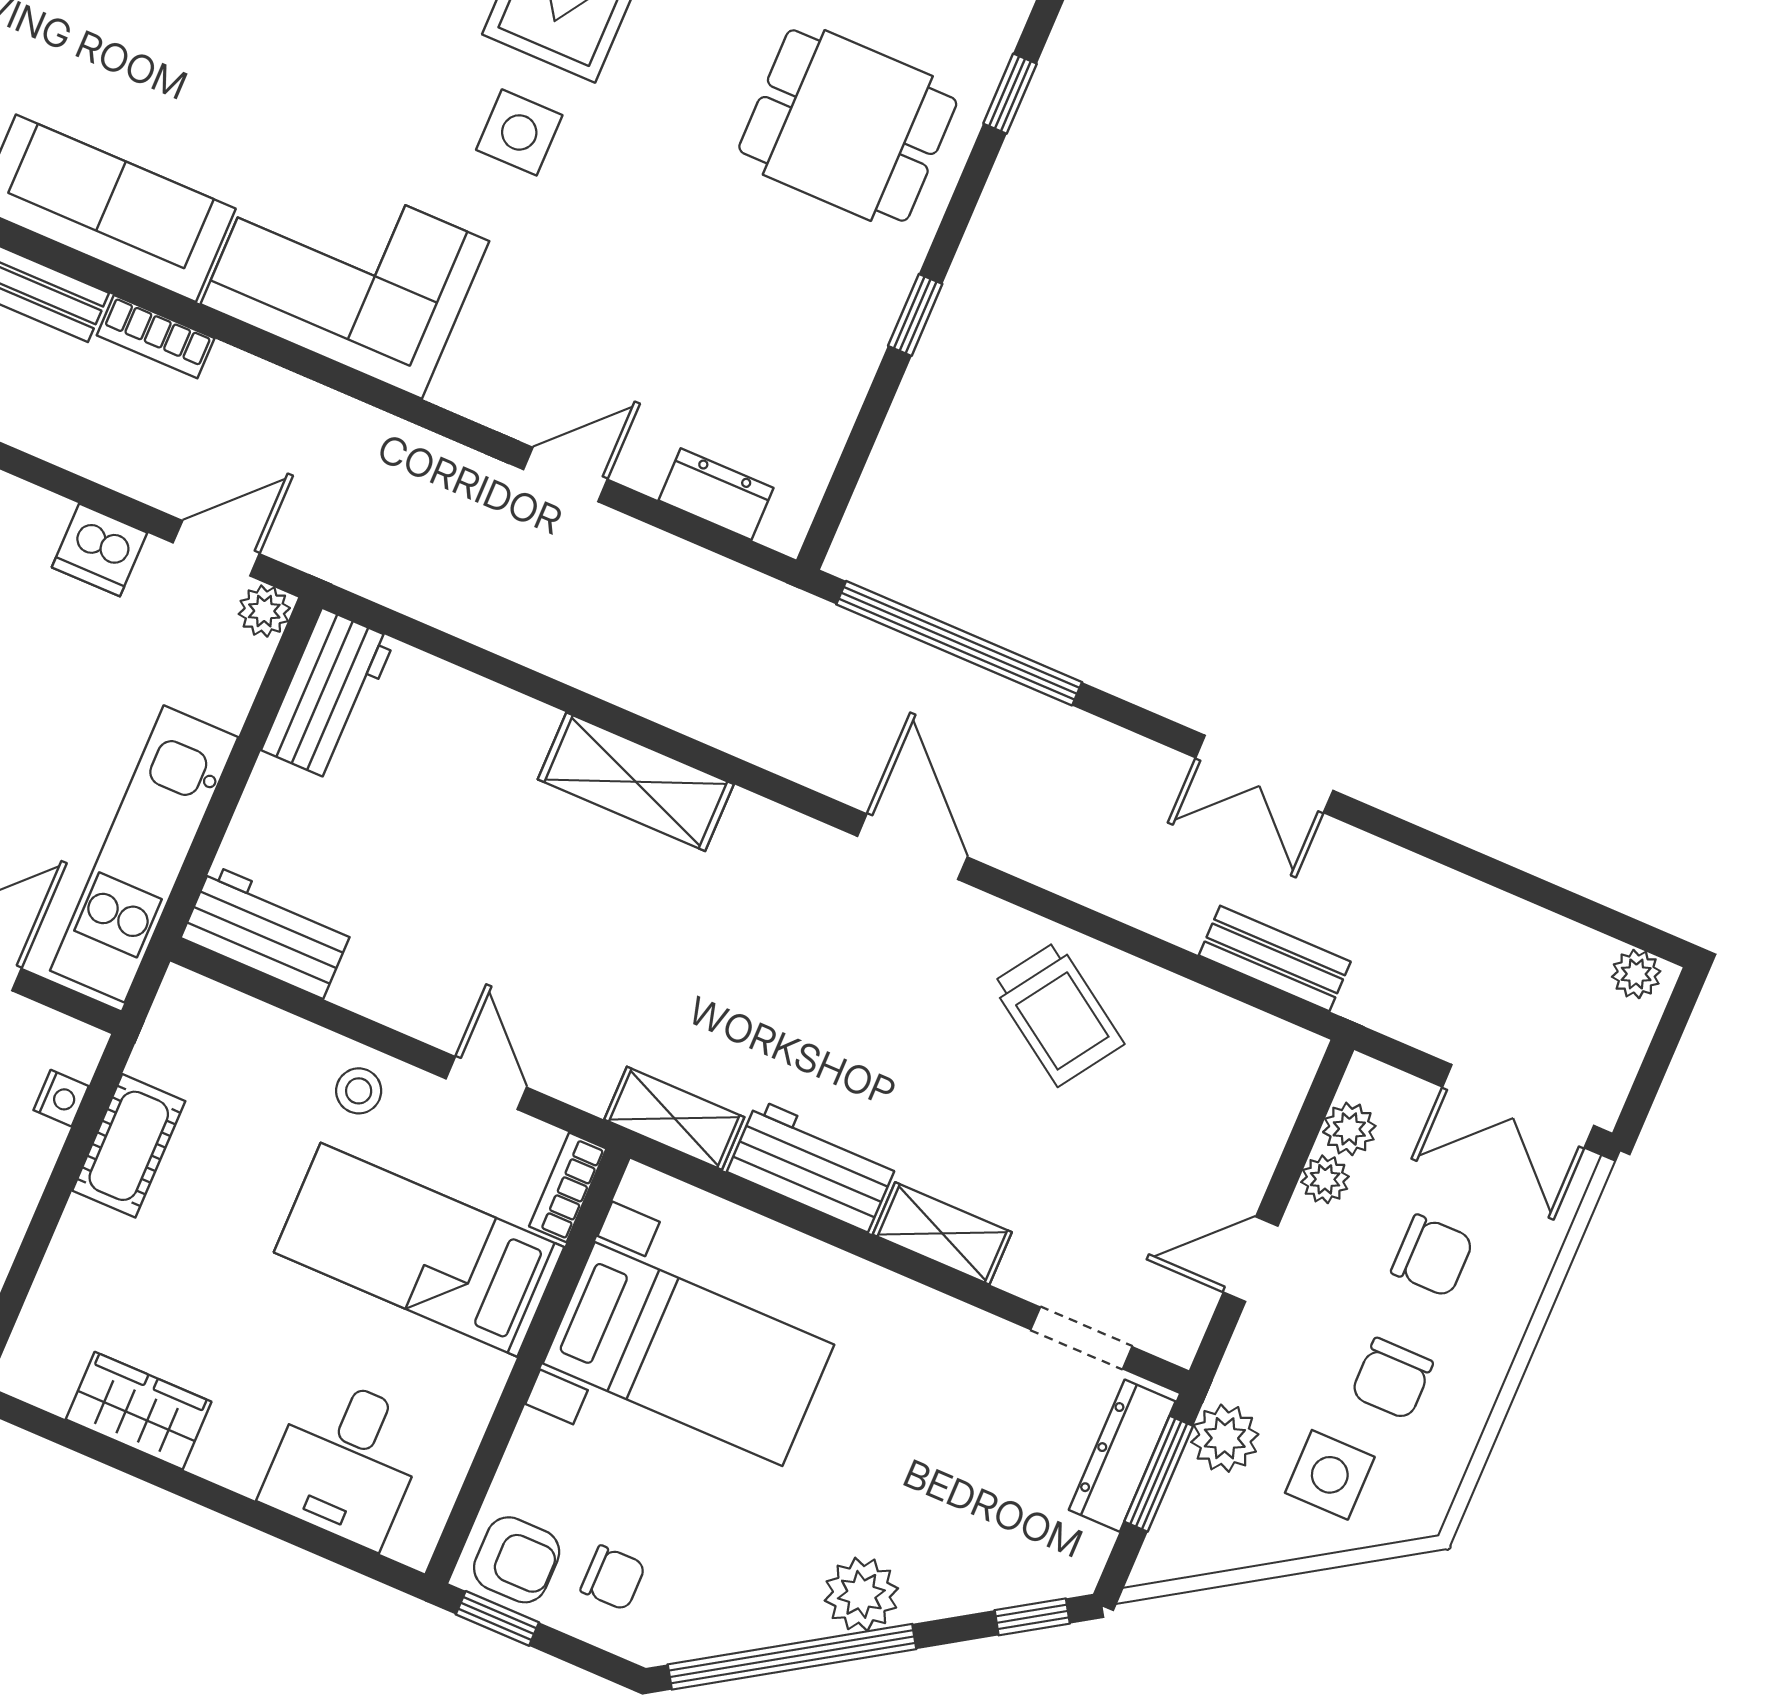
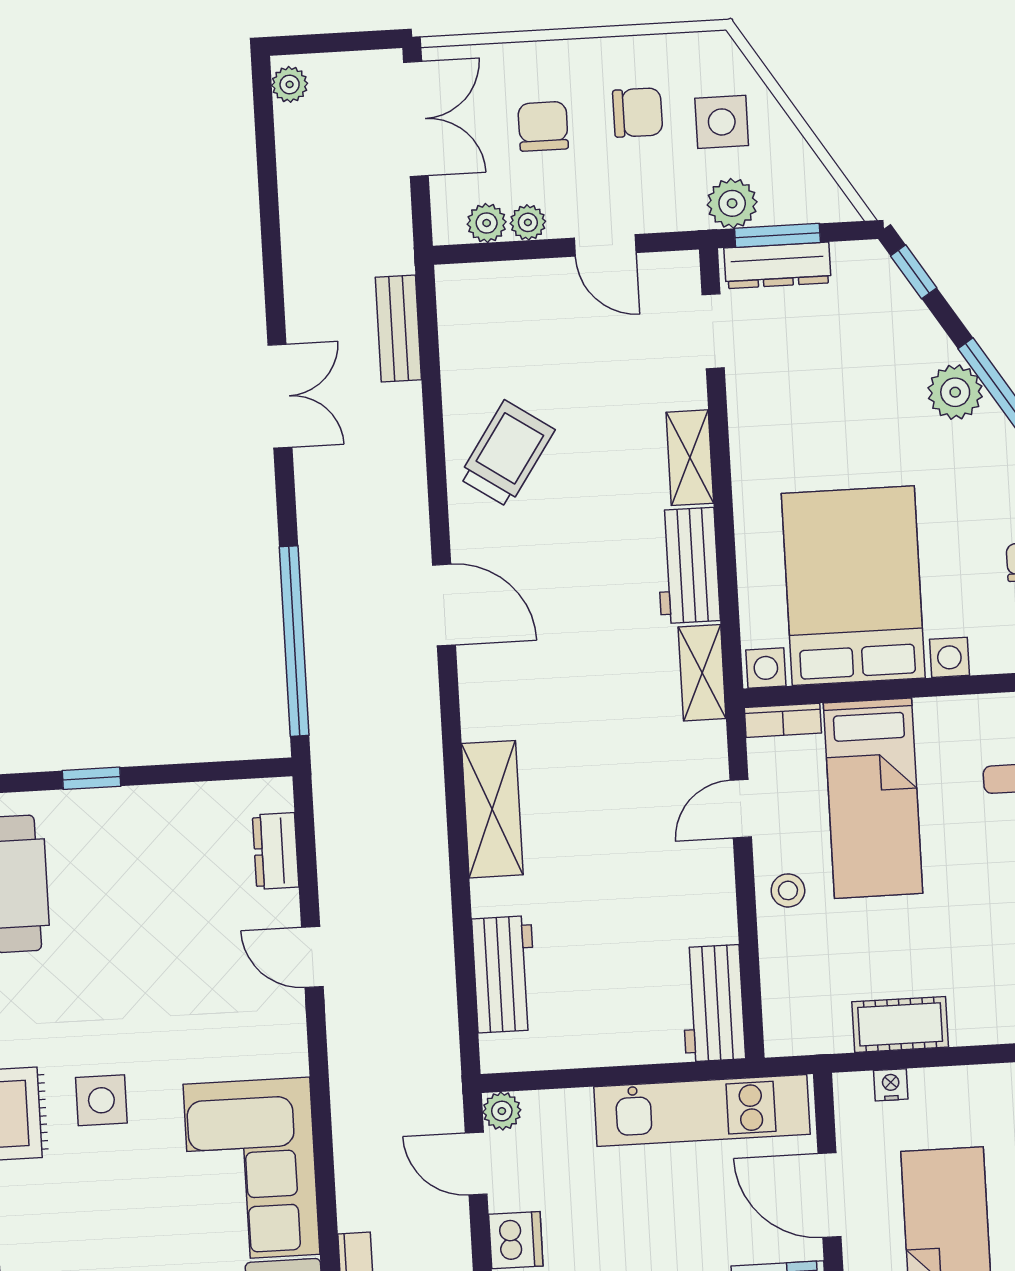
workbench: (328, 695) -> (504, 974), moved, turned 90
door: (912, 847) -> (444, 605), swing flipped
bed with nightstands: (688, 1354) -> (853, 586), width x1.36

